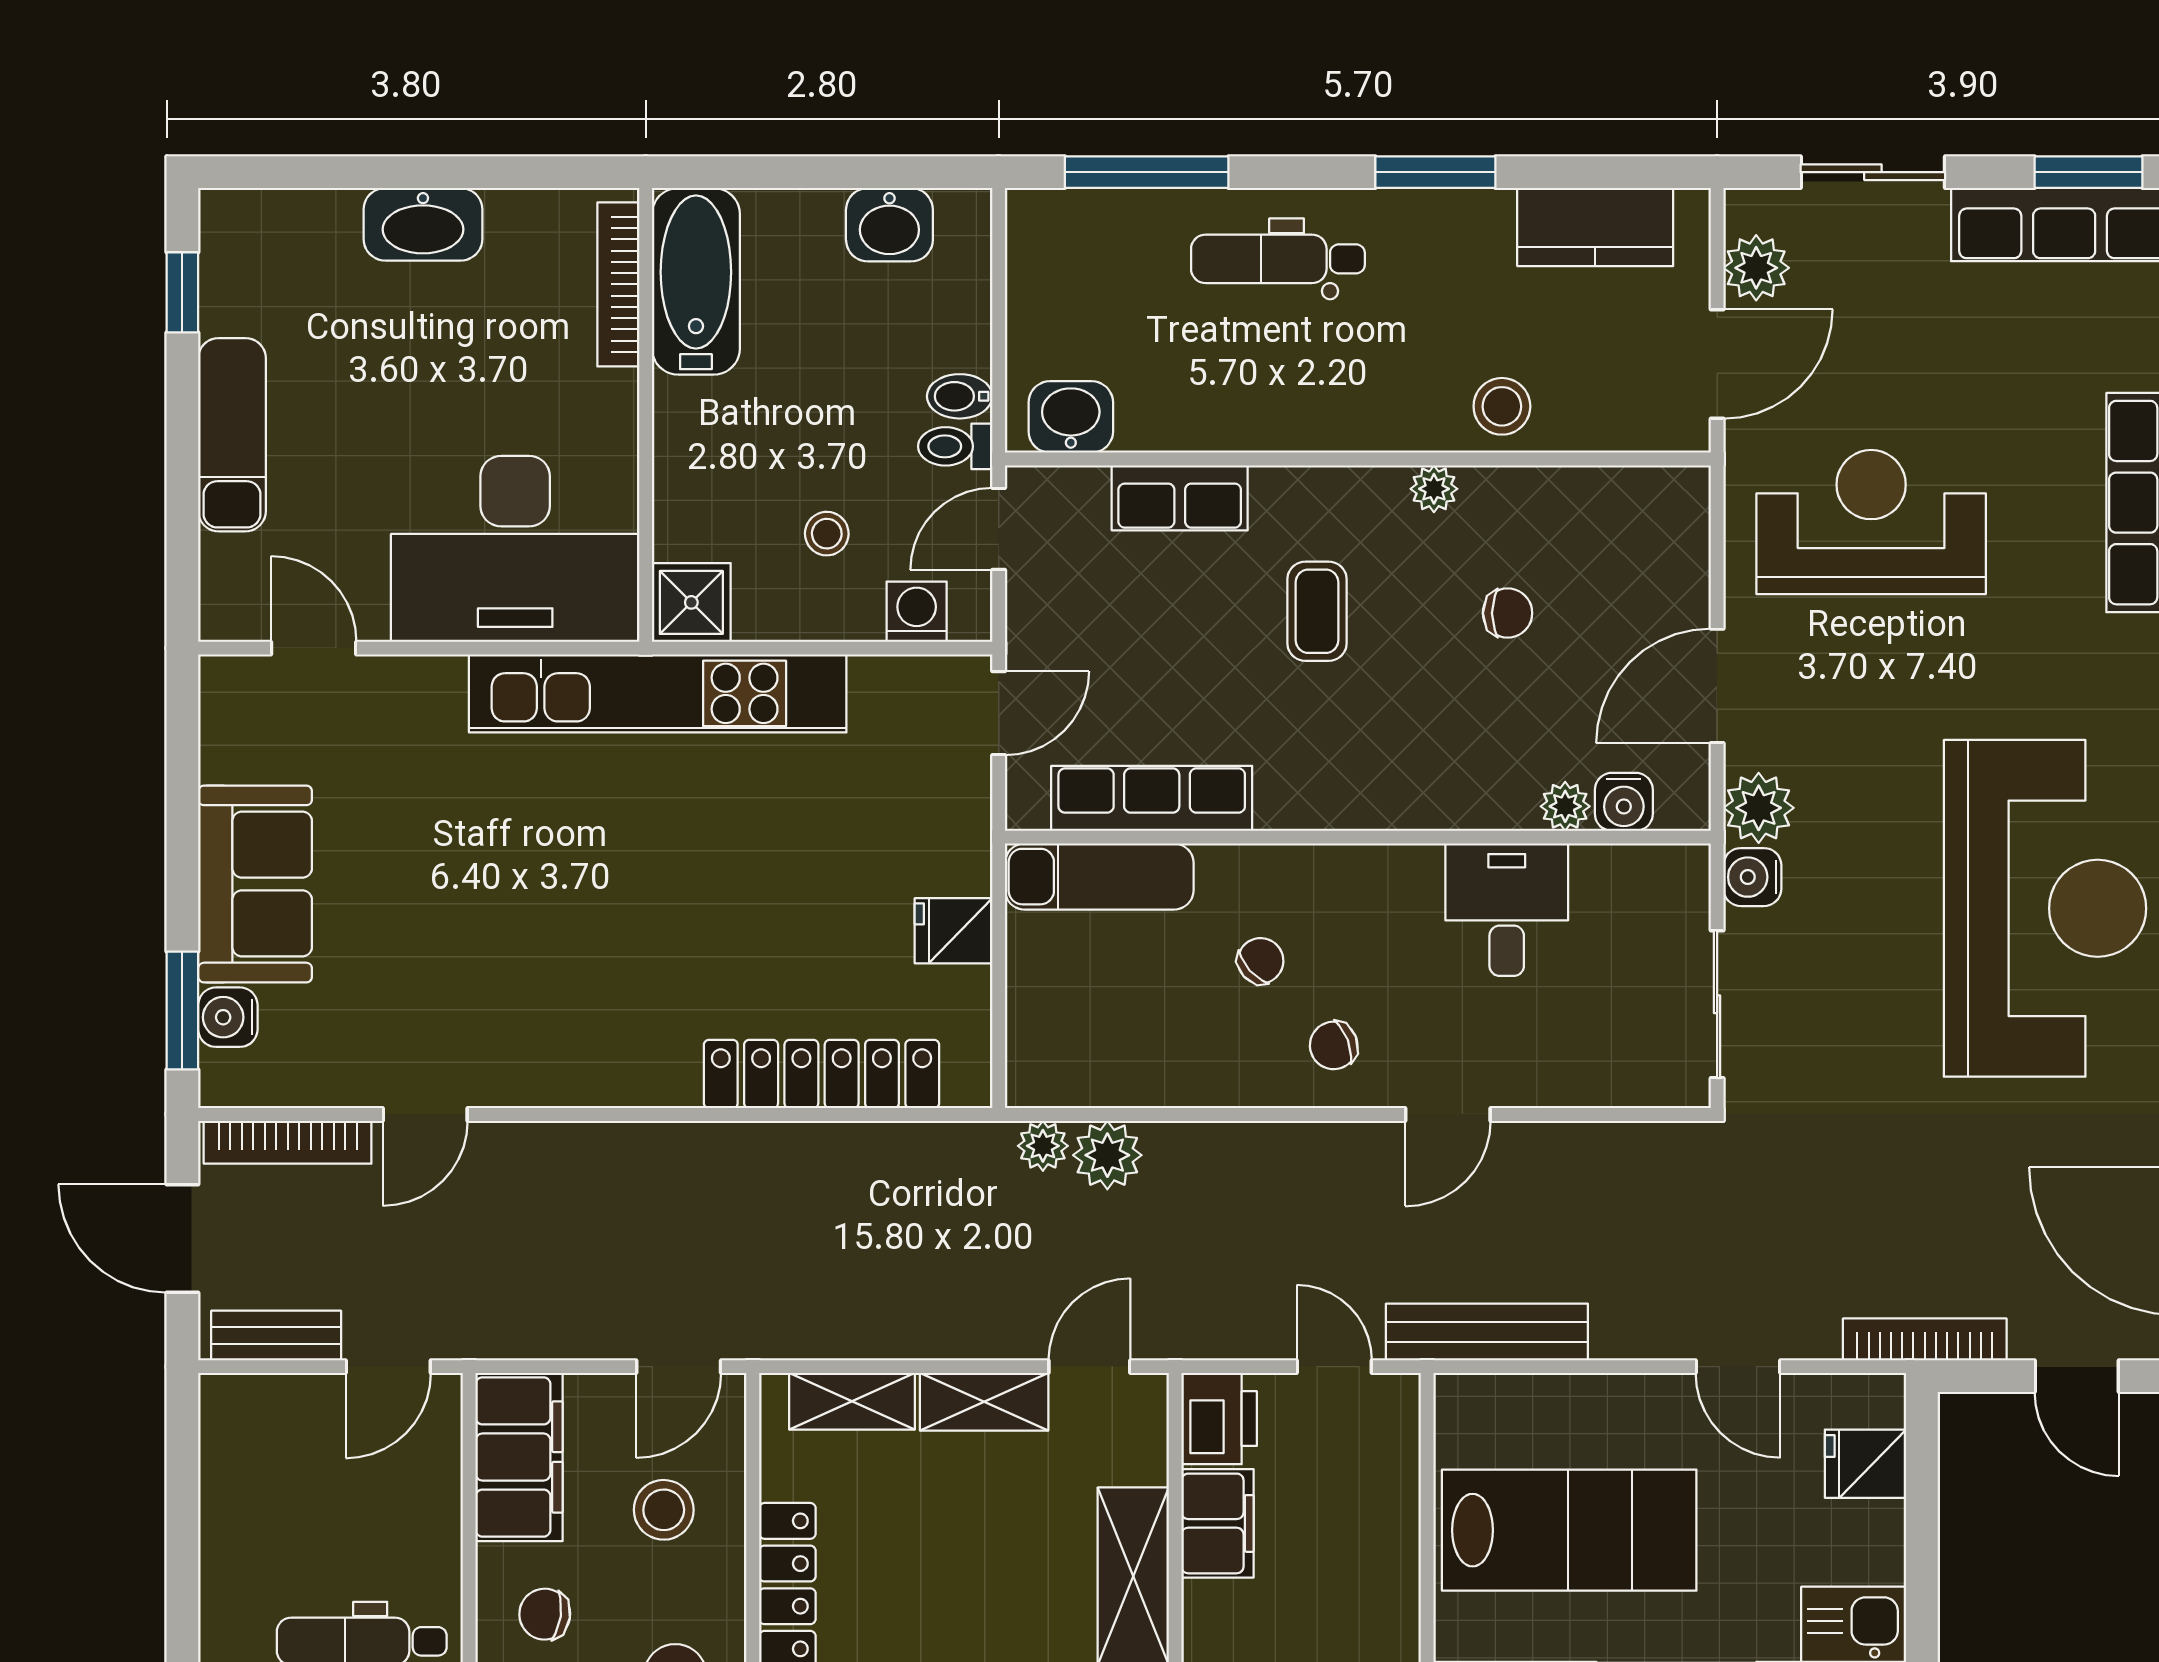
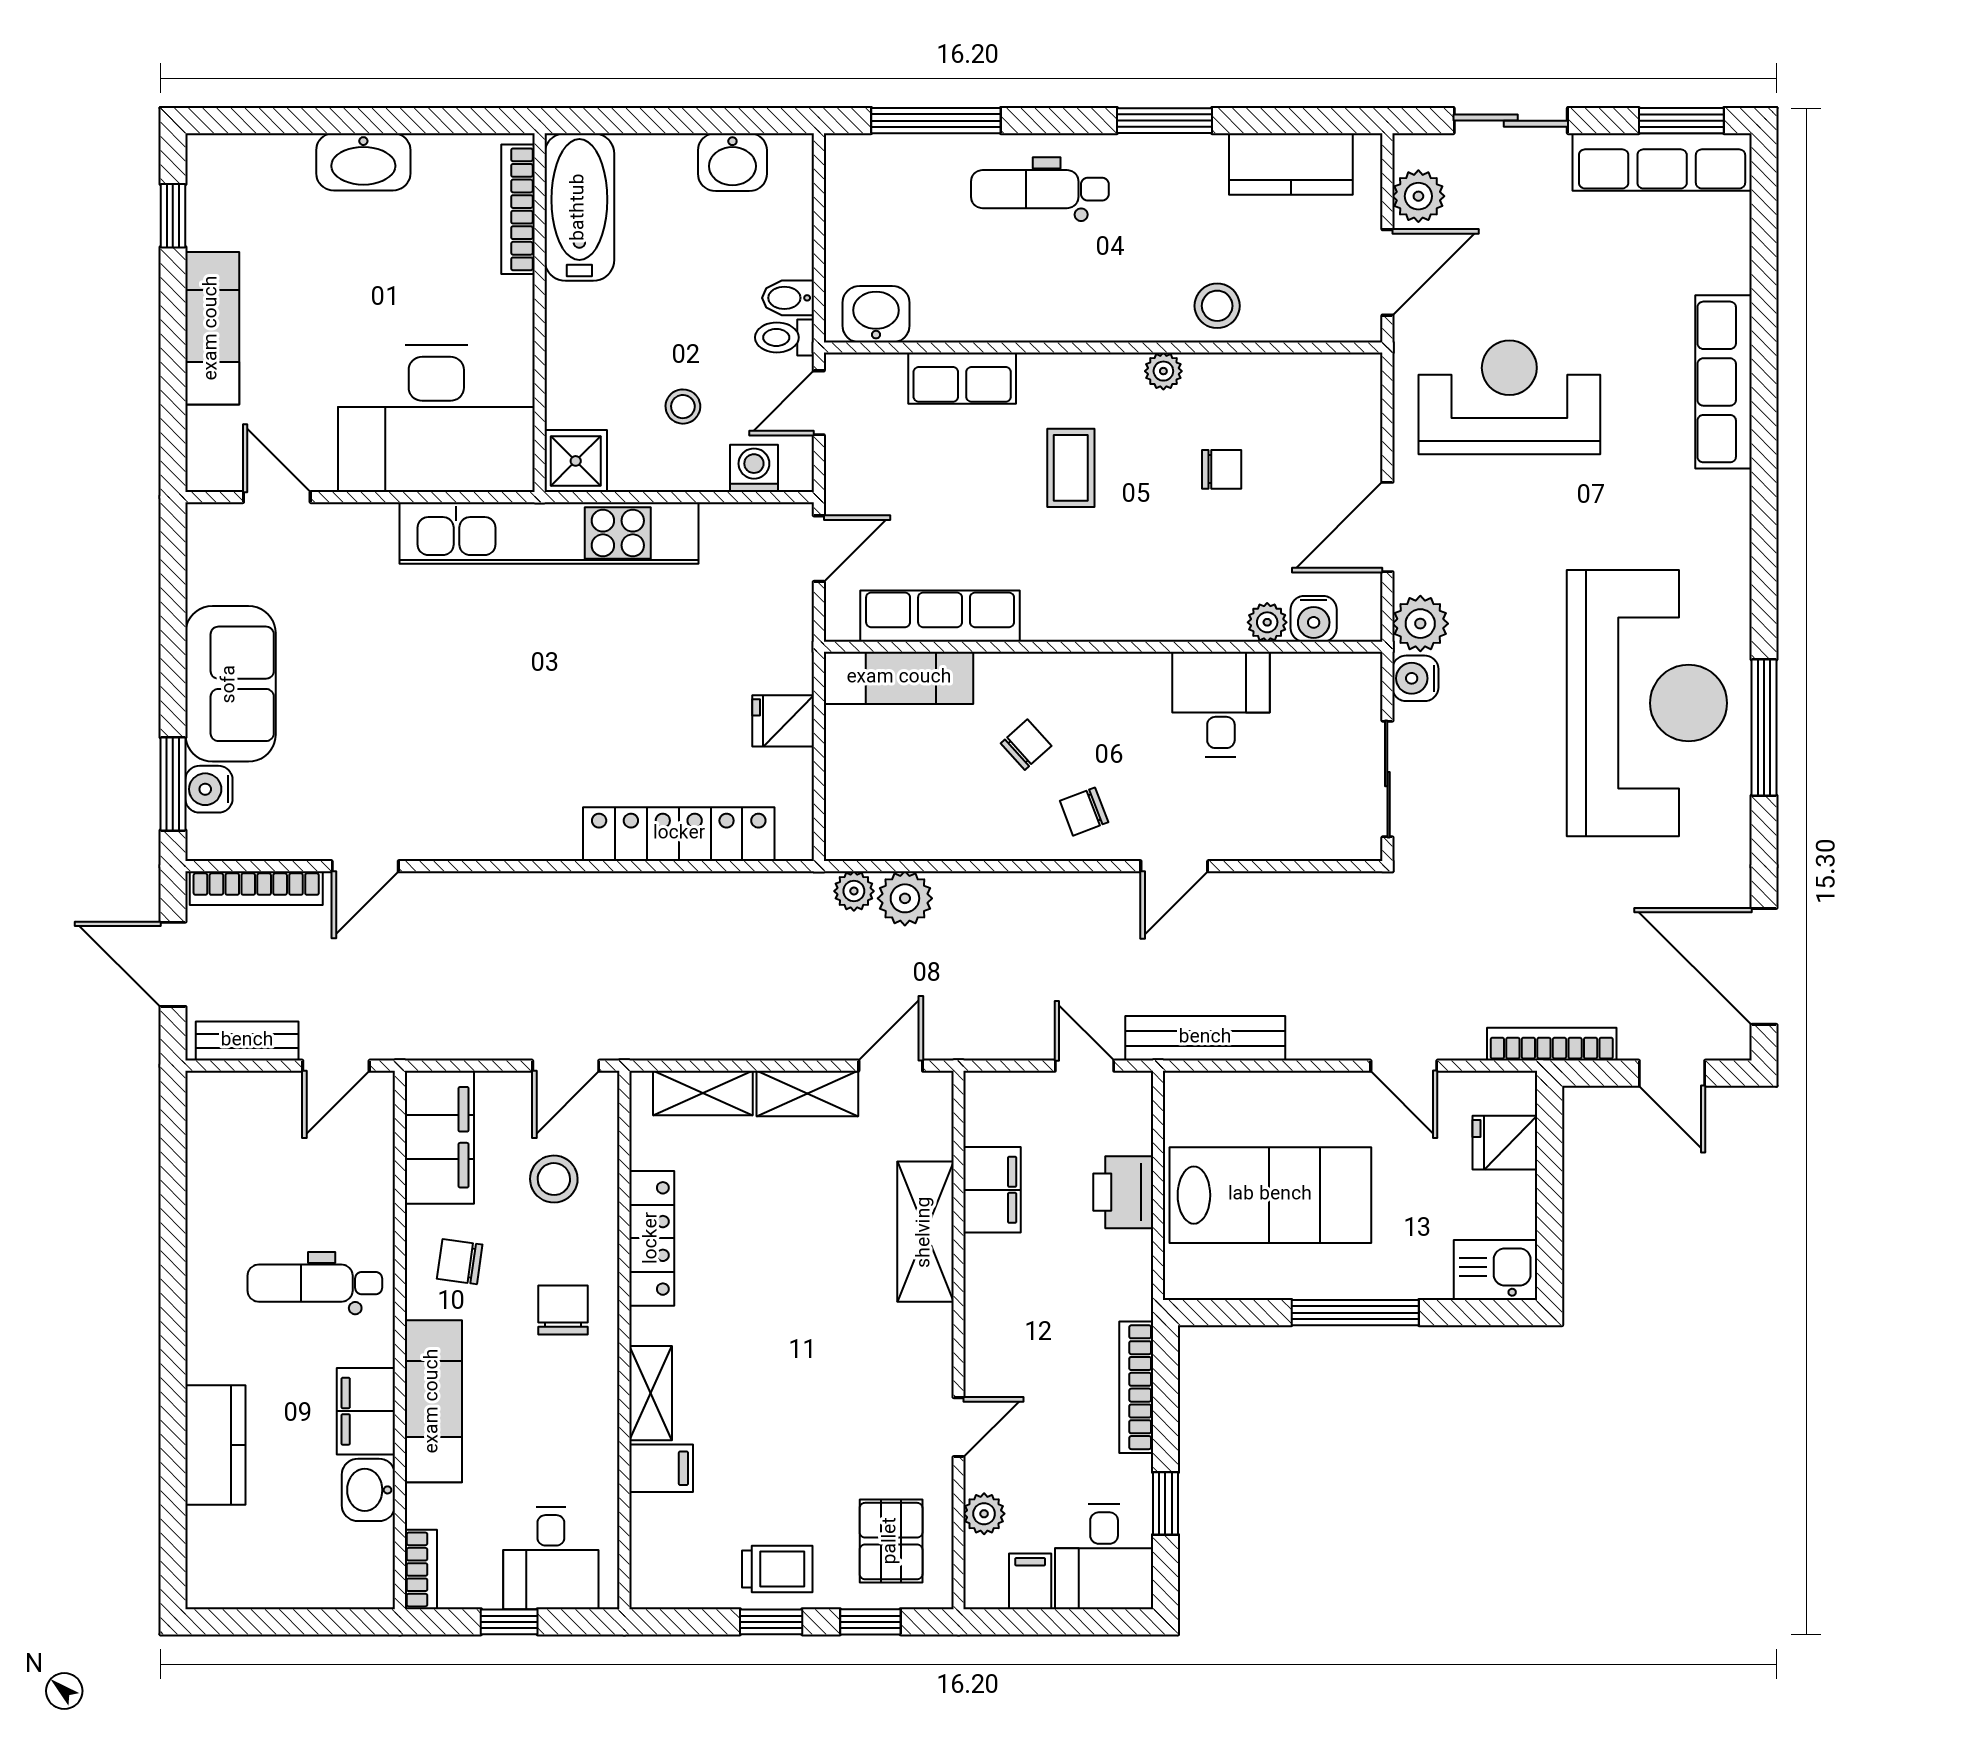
printer: (1219, 1419) -> (1123, 1192), moved, turned 180

